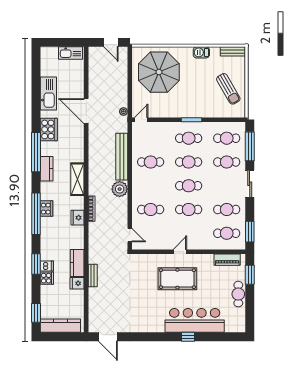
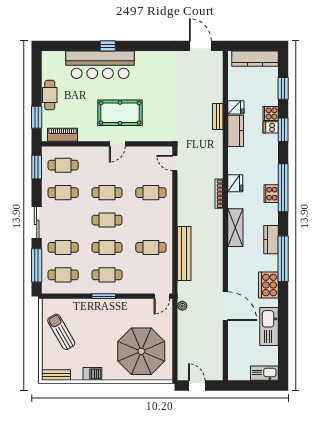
kitchen sink: (70, 53) -> (264, 373), moved
plant: (120, 189) -> (187, 216), removed
window: (36, 313) -> (283, 88), moved

